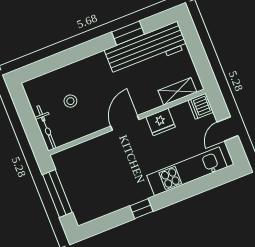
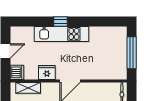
kitchen unit: (187, 171) -> (61, 34), moved
window: (141, 209) -> (61, 21), moved

